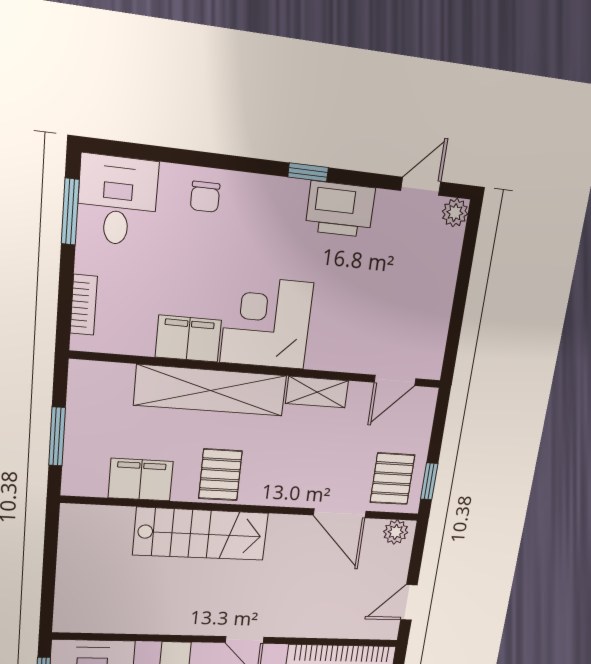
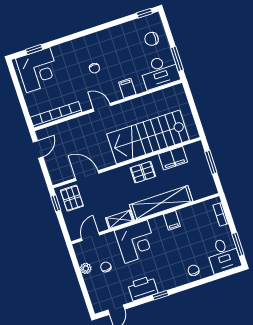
plant: (455, 213) -> (86, 268), moved
chair: (396, 298) -> (106, 267), added
corner desk: (267, 323) -> (136, 242), moved
filing cabinet: (188, 339) -> (172, 220), width x0.50
pallet: (220, 475) -> (143, 172), turned 90
plant: (396, 532) -> (59, 177), removed
stairs: (201, 534) -> (148, 137), width x1.36, depth x1.51

